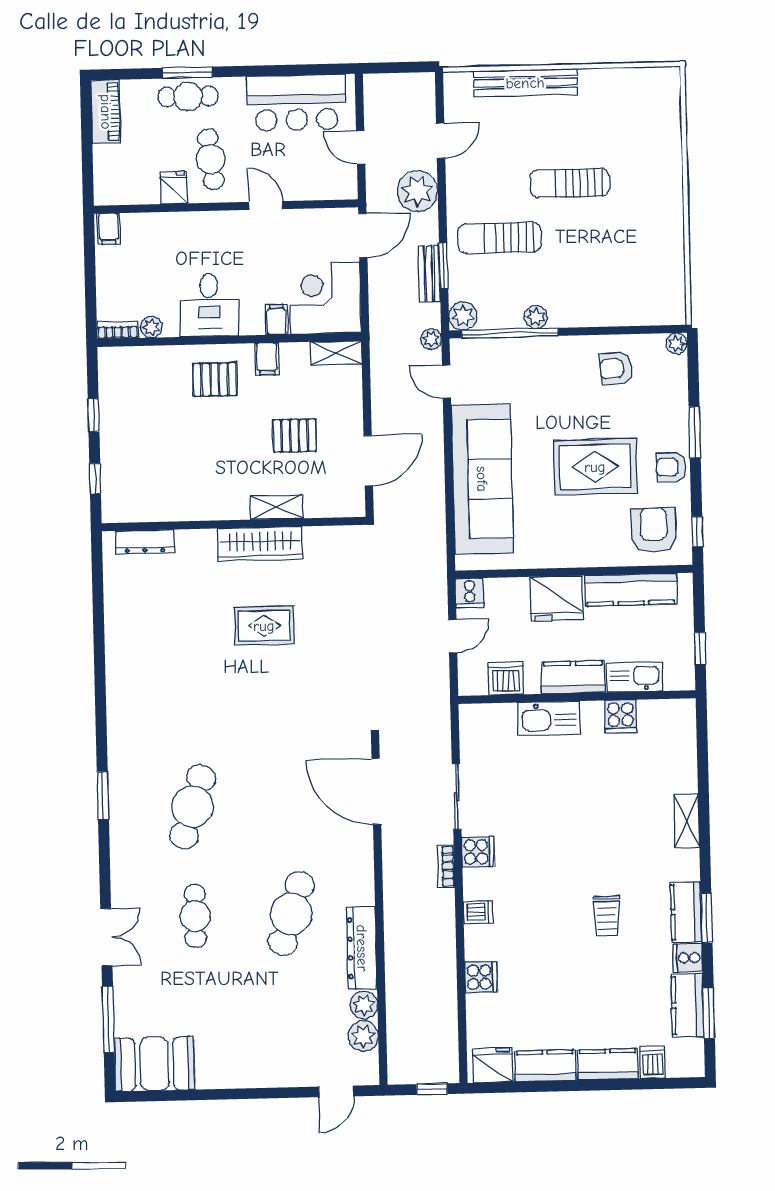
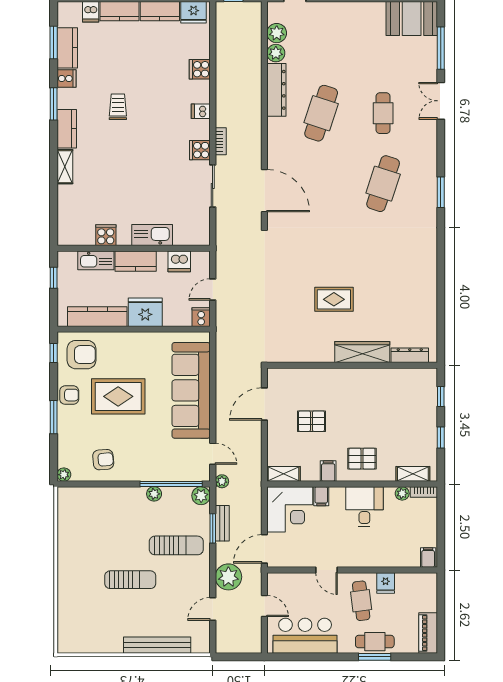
shelving: (276, 507) -> (413, 474), moved
armchair: (654, 530) -> (81, 355), turned -90
wardrobe: (260, 544) -> (362, 352), moved
kitchen counter: (686, 912) -> (67, 129), moved

